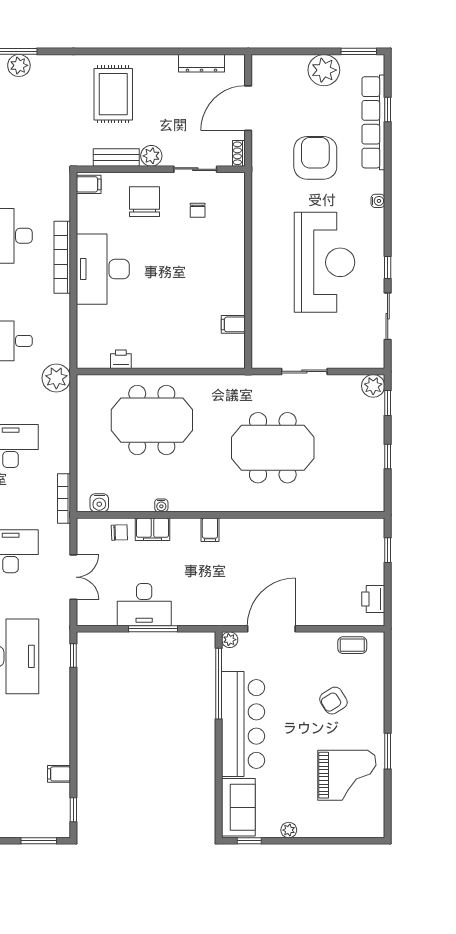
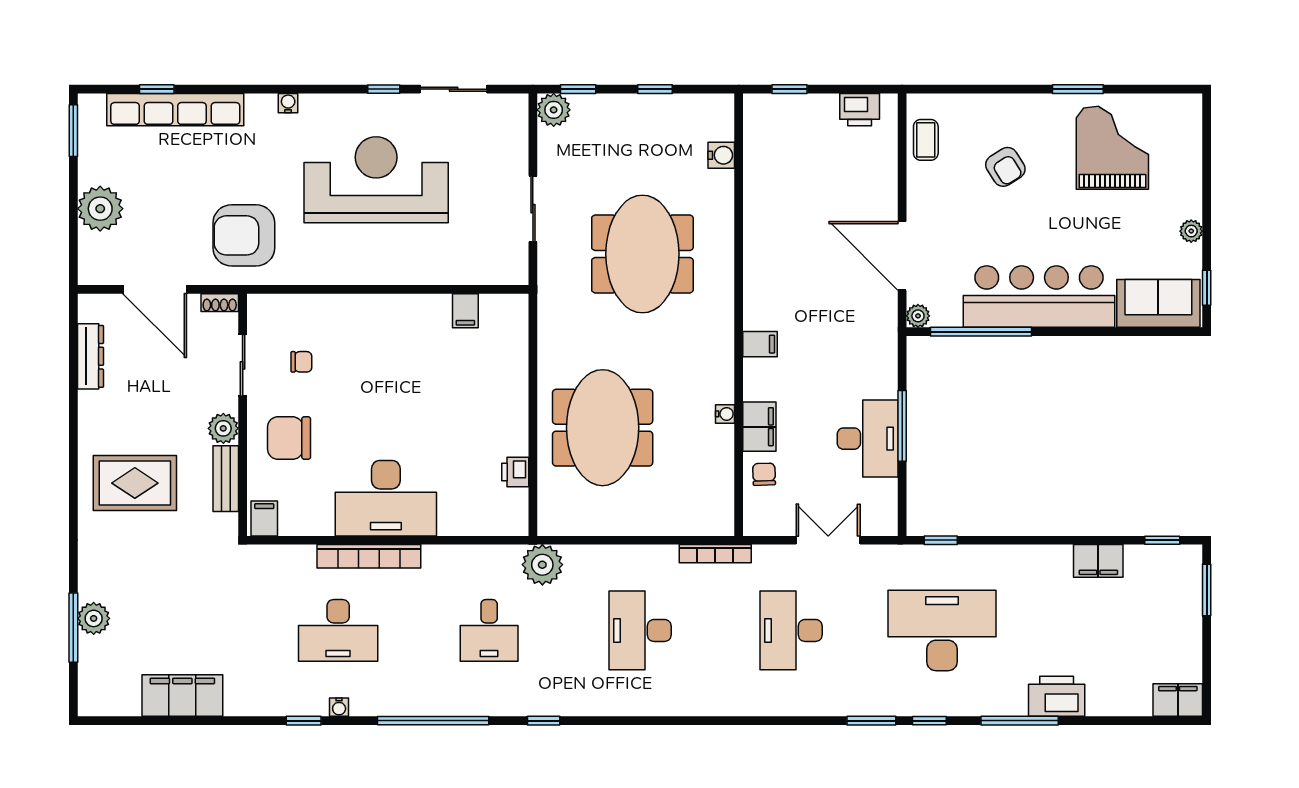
plant: (324, 70) -> (100, 209), moved
armchair: (315, 158) -> (244, 235), moved
water cooler: (99, 503) -> (721, 155), moved
filing cabinet: (59, 774) -> (1098, 561), width x2.00

